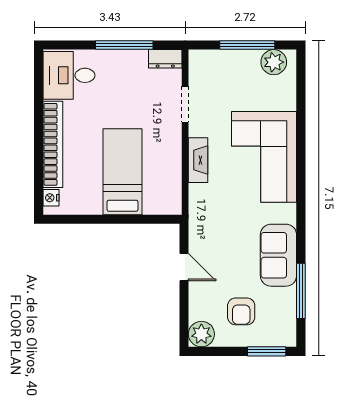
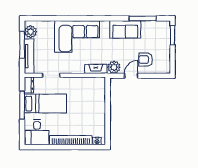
tv unit: (224, 59) -> (29, 56), added
fireplace: (198, 160) -> (96, 69), moved
bed: (122, 172) -> (45, 104), moved, turned 180
armchair: (241, 311) -> (146, 60), moved, turned 180
plant: (201, 334) -> (114, 67), moved

